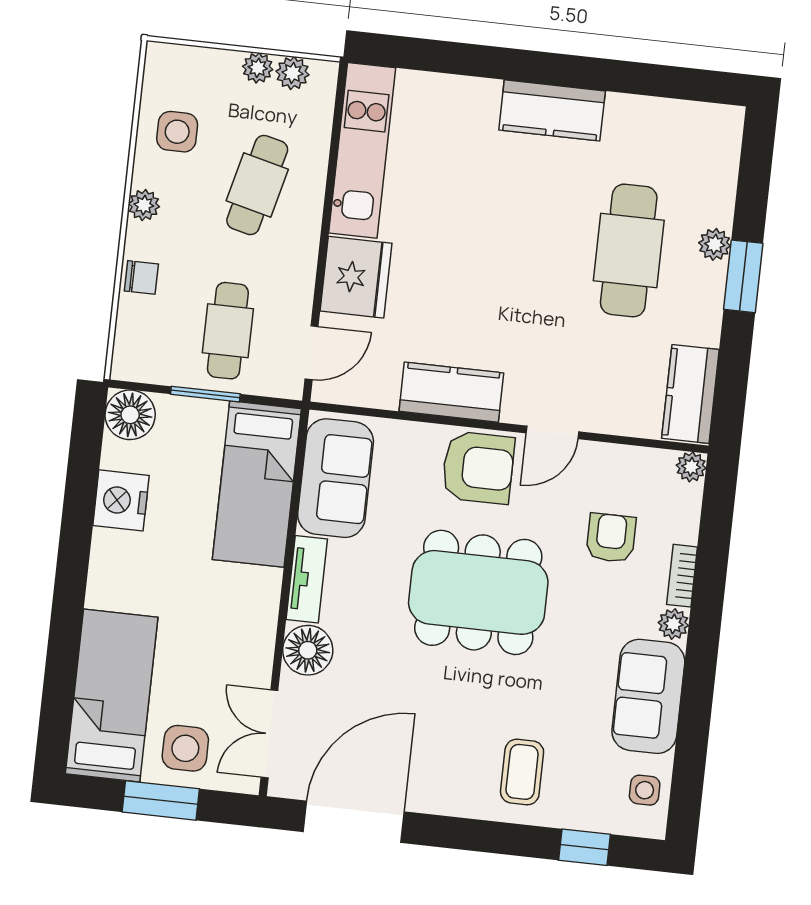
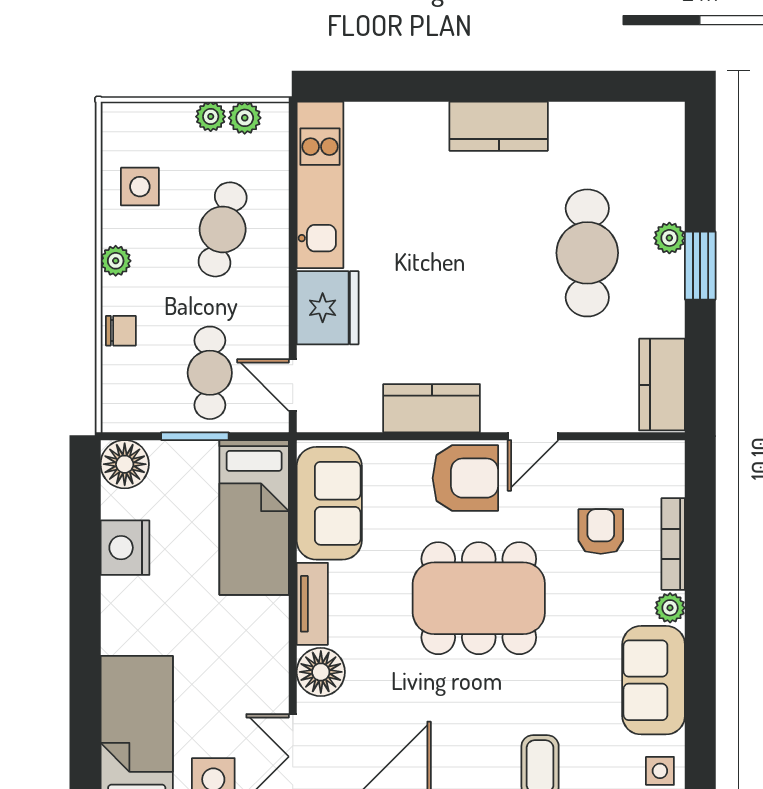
door: (312, 353) -> (293, 385), swing flipped
plant: (691, 467) -> (670, 455), removed
bookcase: (682, 576) -> (673, 544), width x1.56

